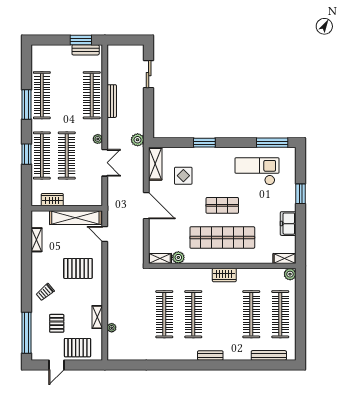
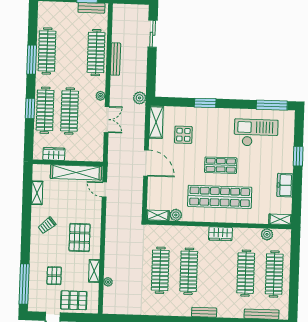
pallet: (78, 268) -> (80, 238), moved, turned 90
plant: (290, 274) -> (267, 234), moved
trolley: (45, 292) -> (47, 225), moved

